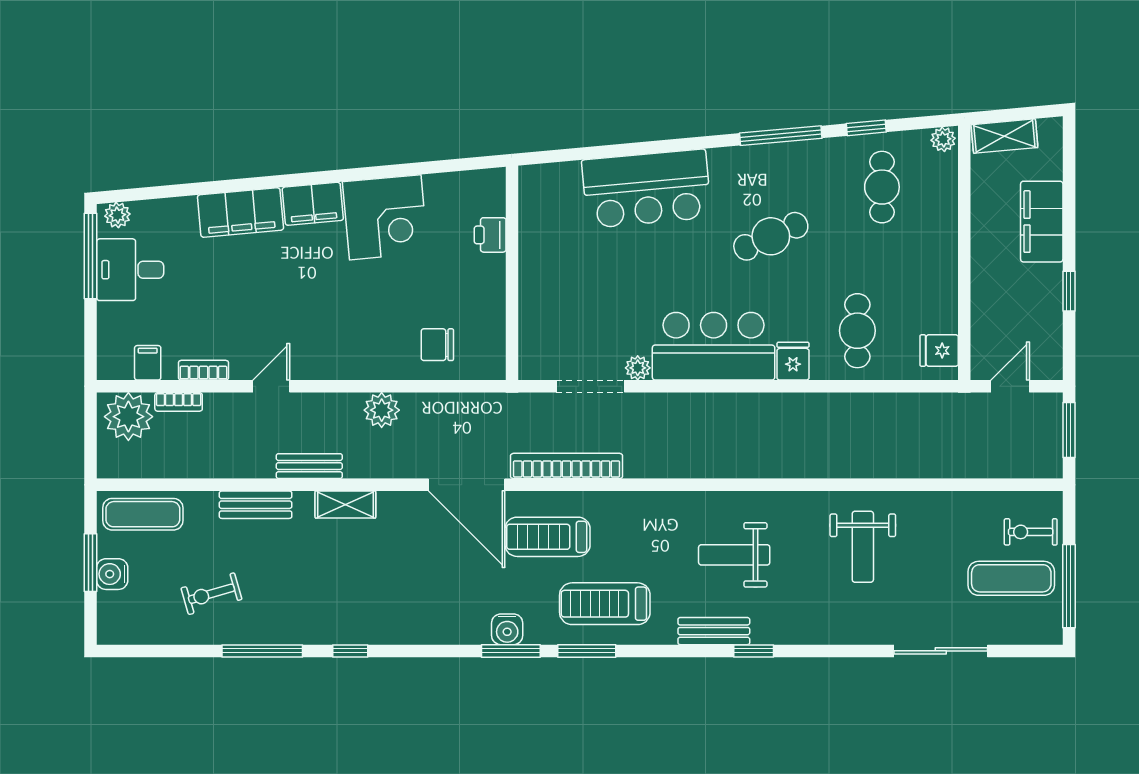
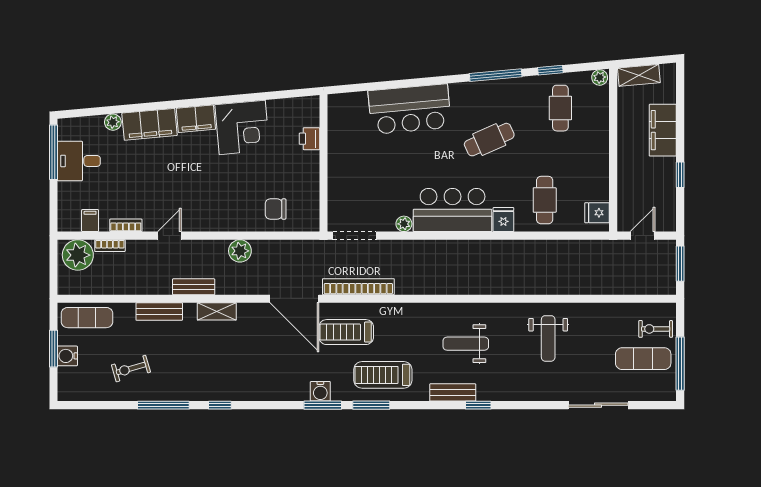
plant: (117, 215) -> (113, 122), moved
doorway: (590, 386) -> (354, 236), moved

